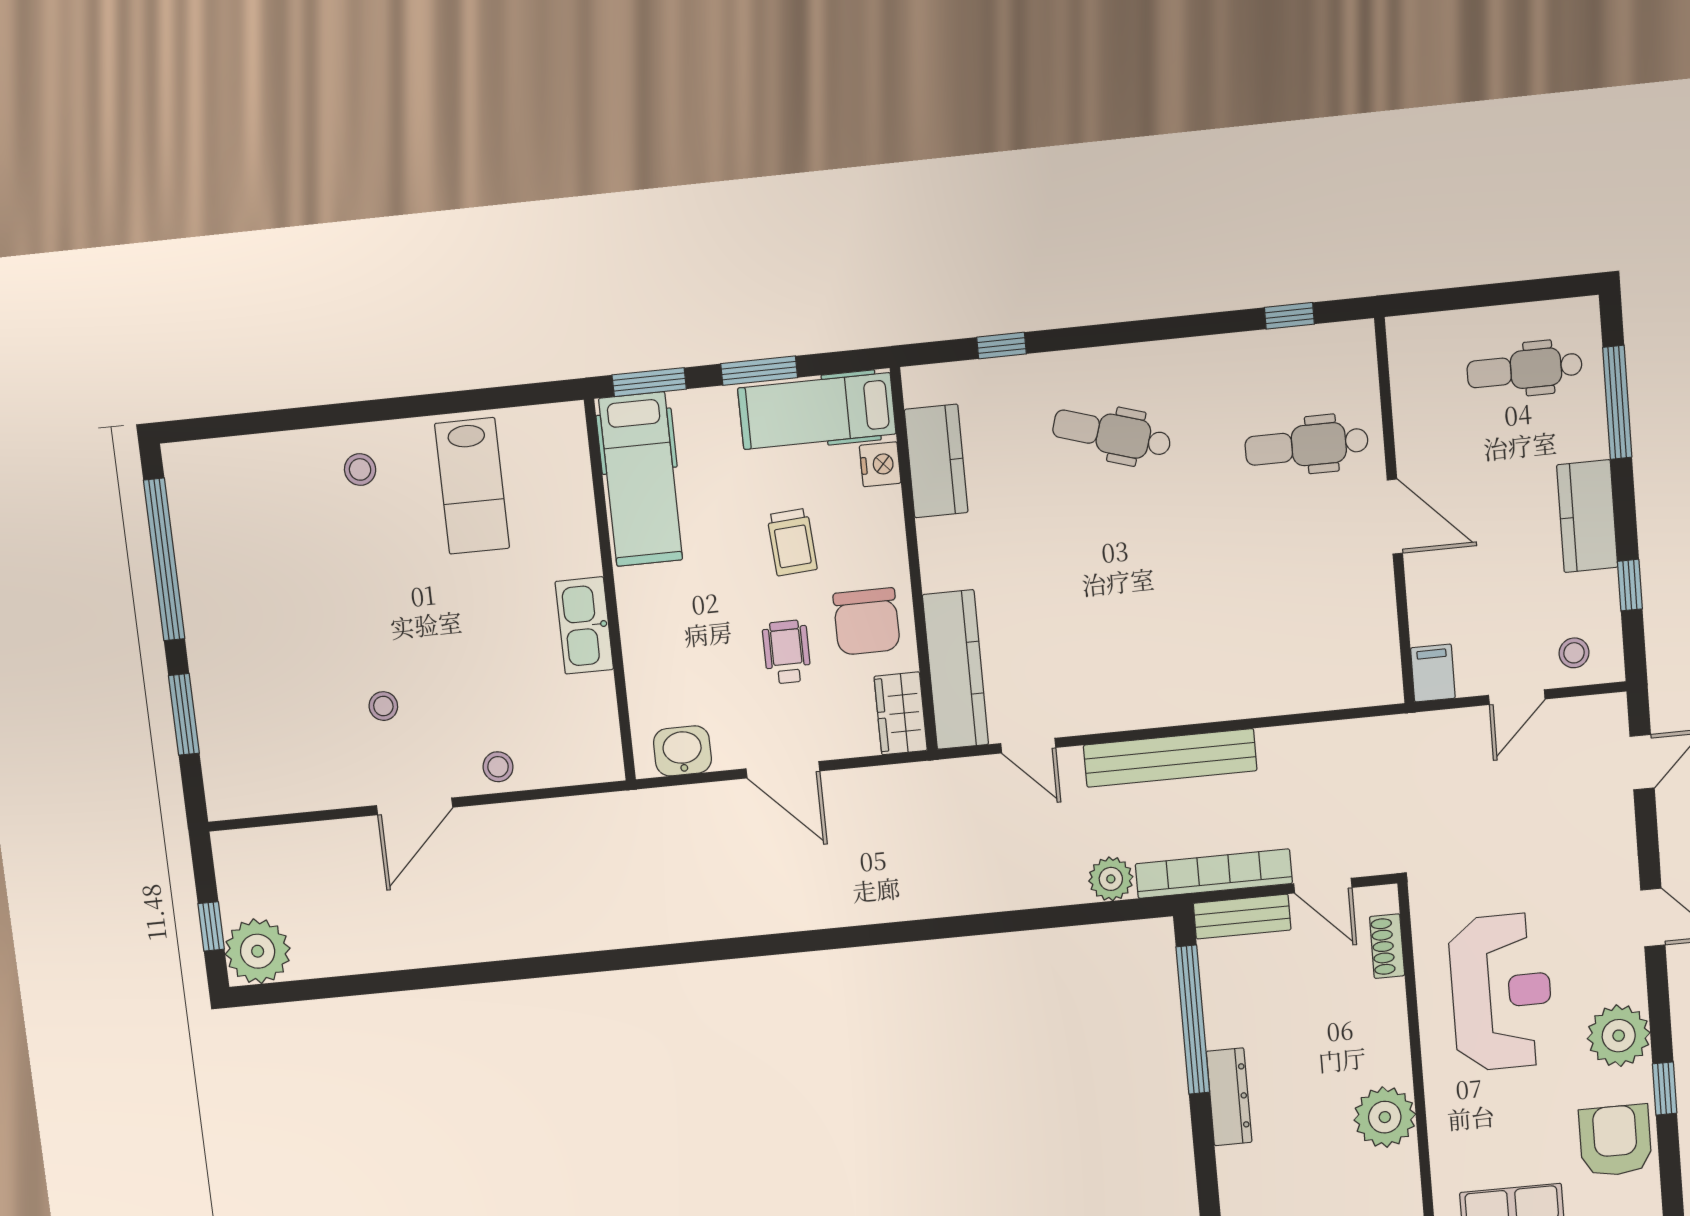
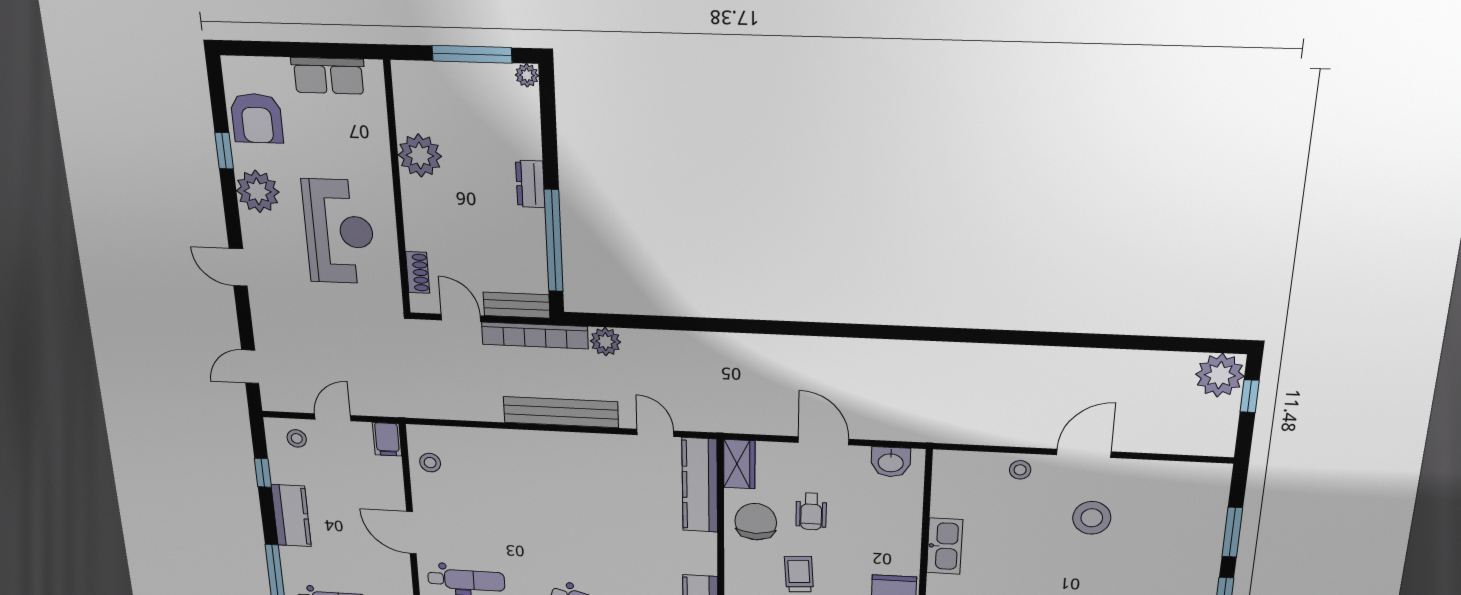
stool: (1366, 644) -> (430, 463), added
stool: (383, 706) -> (1092, 518), width x1.89, depth x1.89
reception desk: (1501, 992) -> (339, 232), turned 180
dresser: (1229, 1097) -> (530, 184), width x0.70

